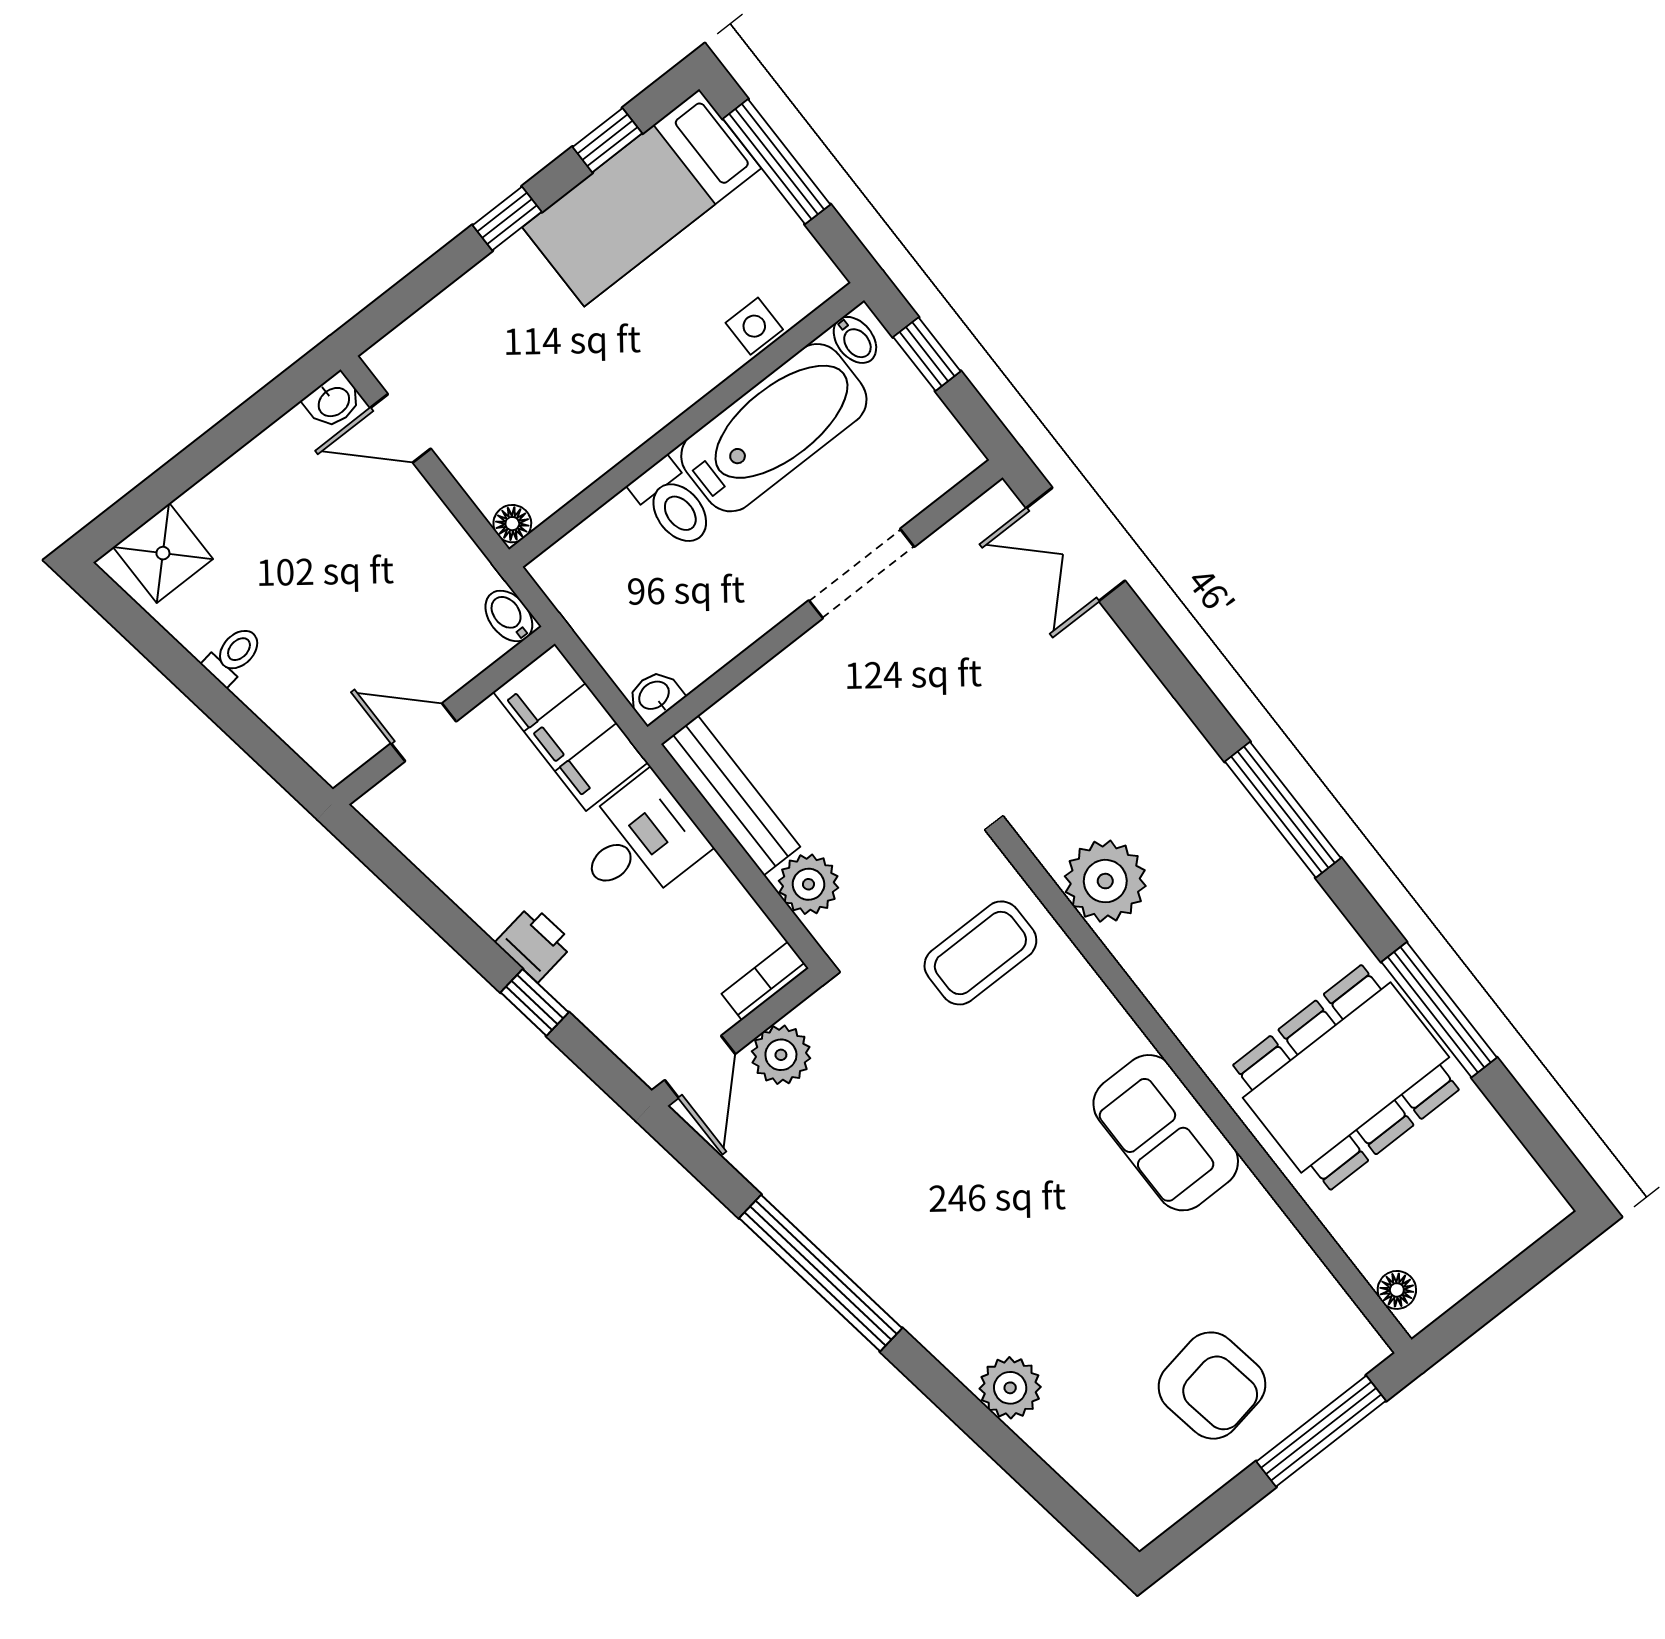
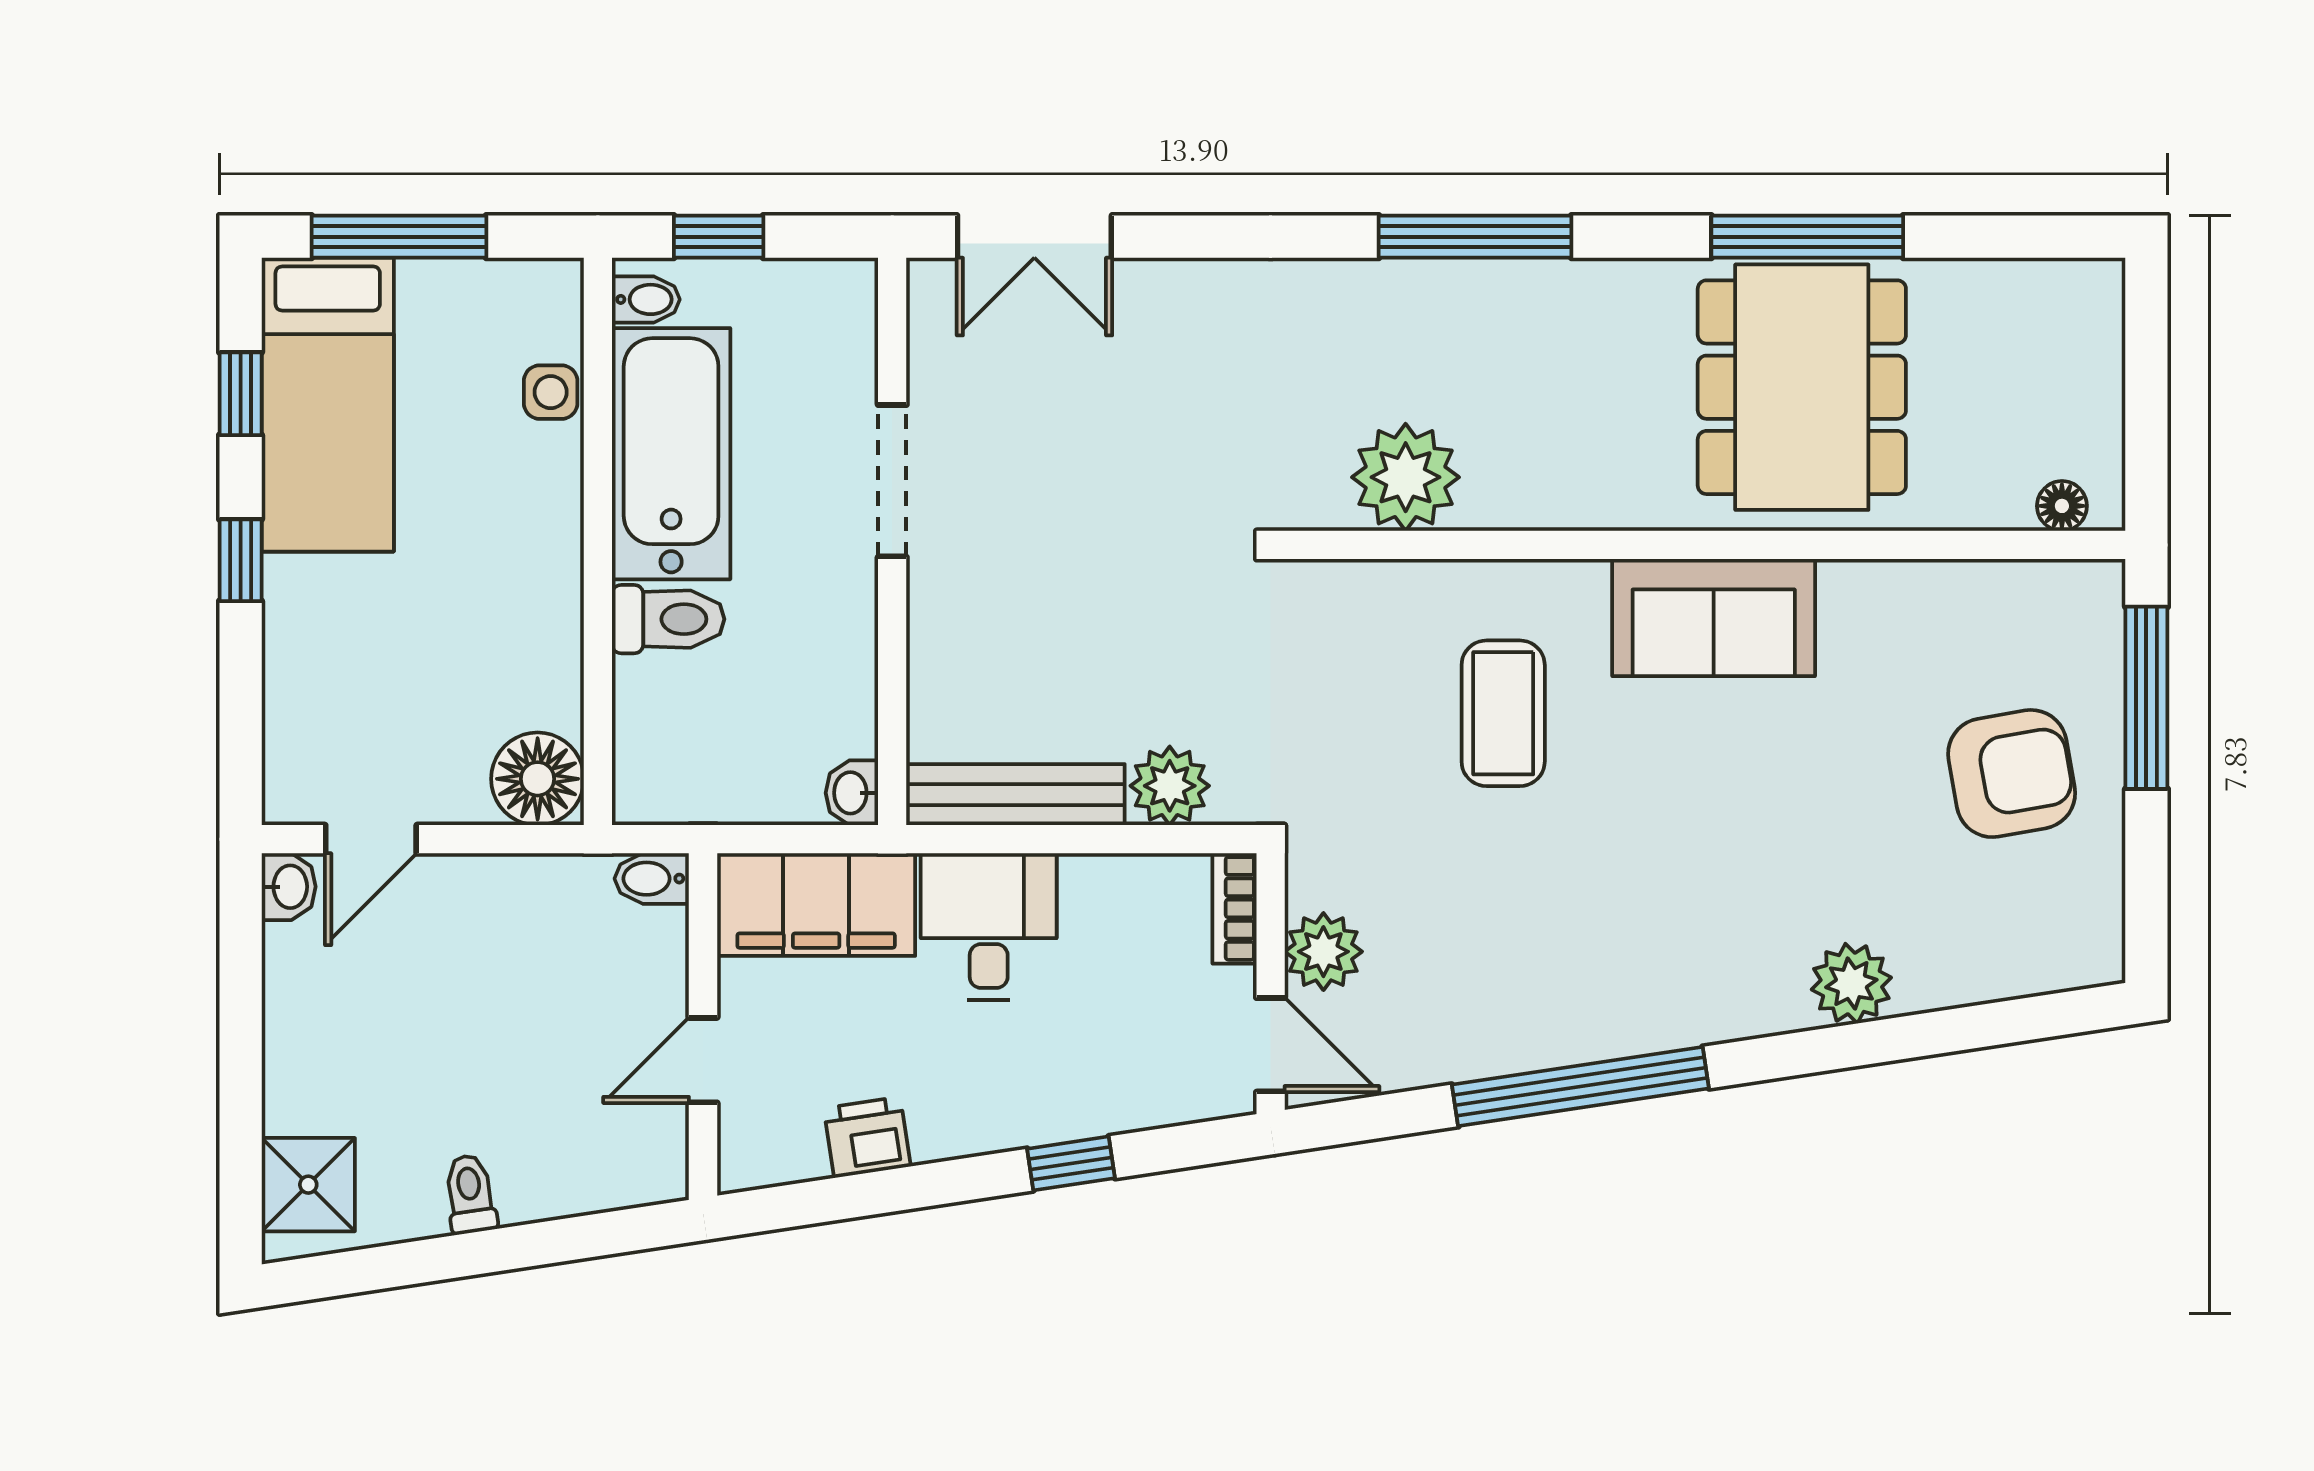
floor lamp: (512, 524) -> (538, 779), width x1.89, depth x1.89
printer: (535, 943) -> (867, 1137), moved
coffee table: (980, 953) -> (1503, 713), moved

